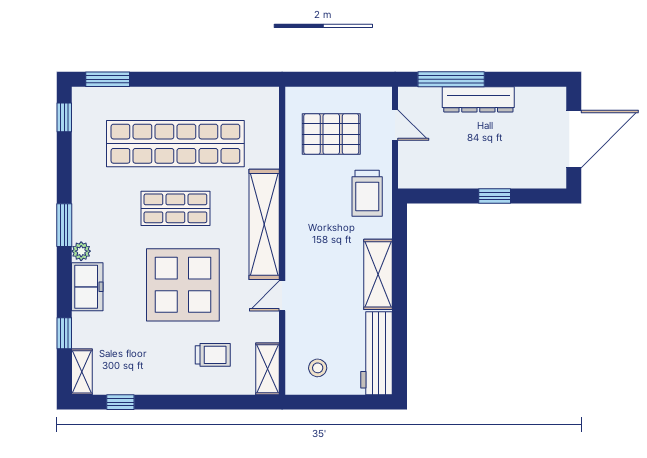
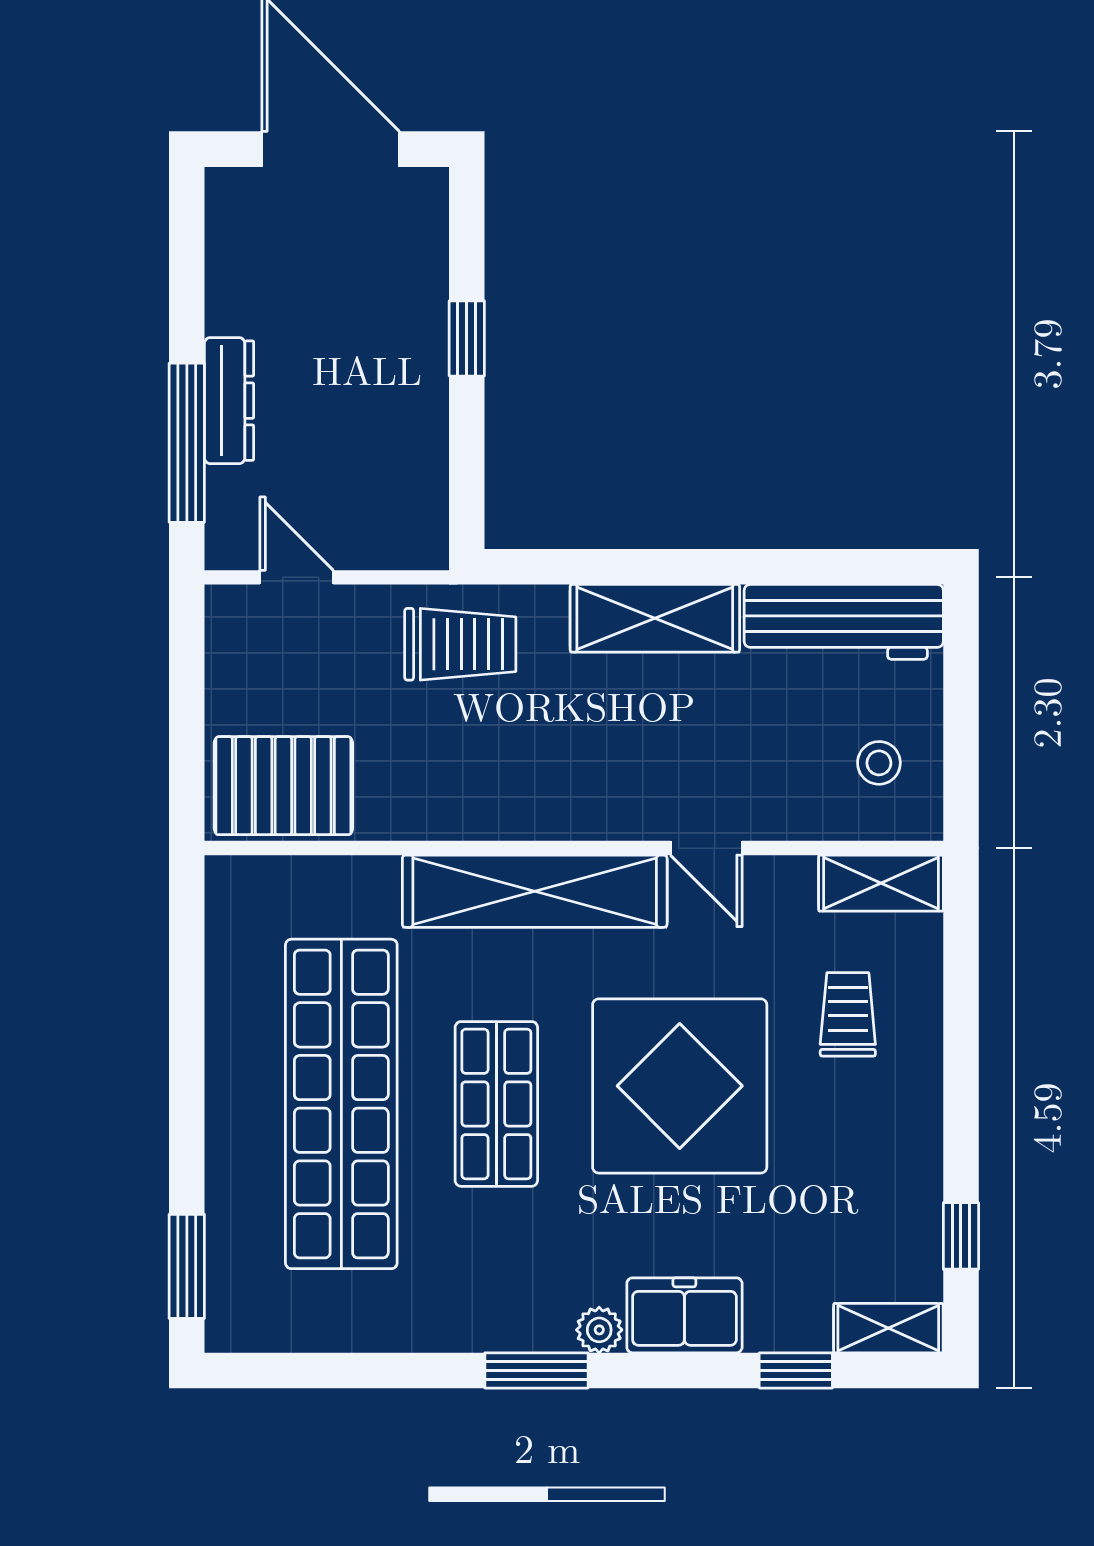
dresser: (478, 99) -> (229, 401), width x0.73, depth x0.80
window: (64, 117) -> (278, 1370), removed
door: (395, 125) -> (297, 577), hinge flipped
pallet: (331, 134) -> (283, 786), moved, turned 90

